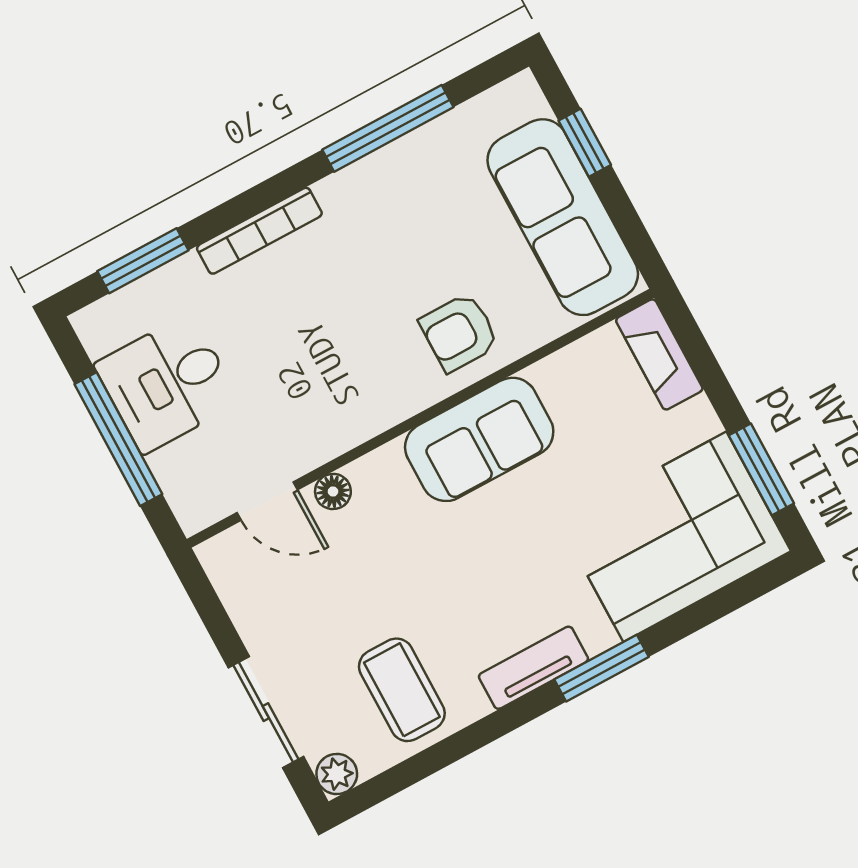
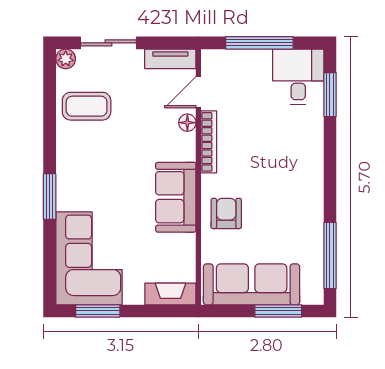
window: (388, 128) -> (330, 256), moved
window: (585, 143) -> (278, 311), width x1.50
bookcase: (259, 231) -> (209, 142), moved, turned 180
desk: (167, 383) -> (298, 77), moved
tv unit: (533, 668) -> (170, 59), moved, turned 90

